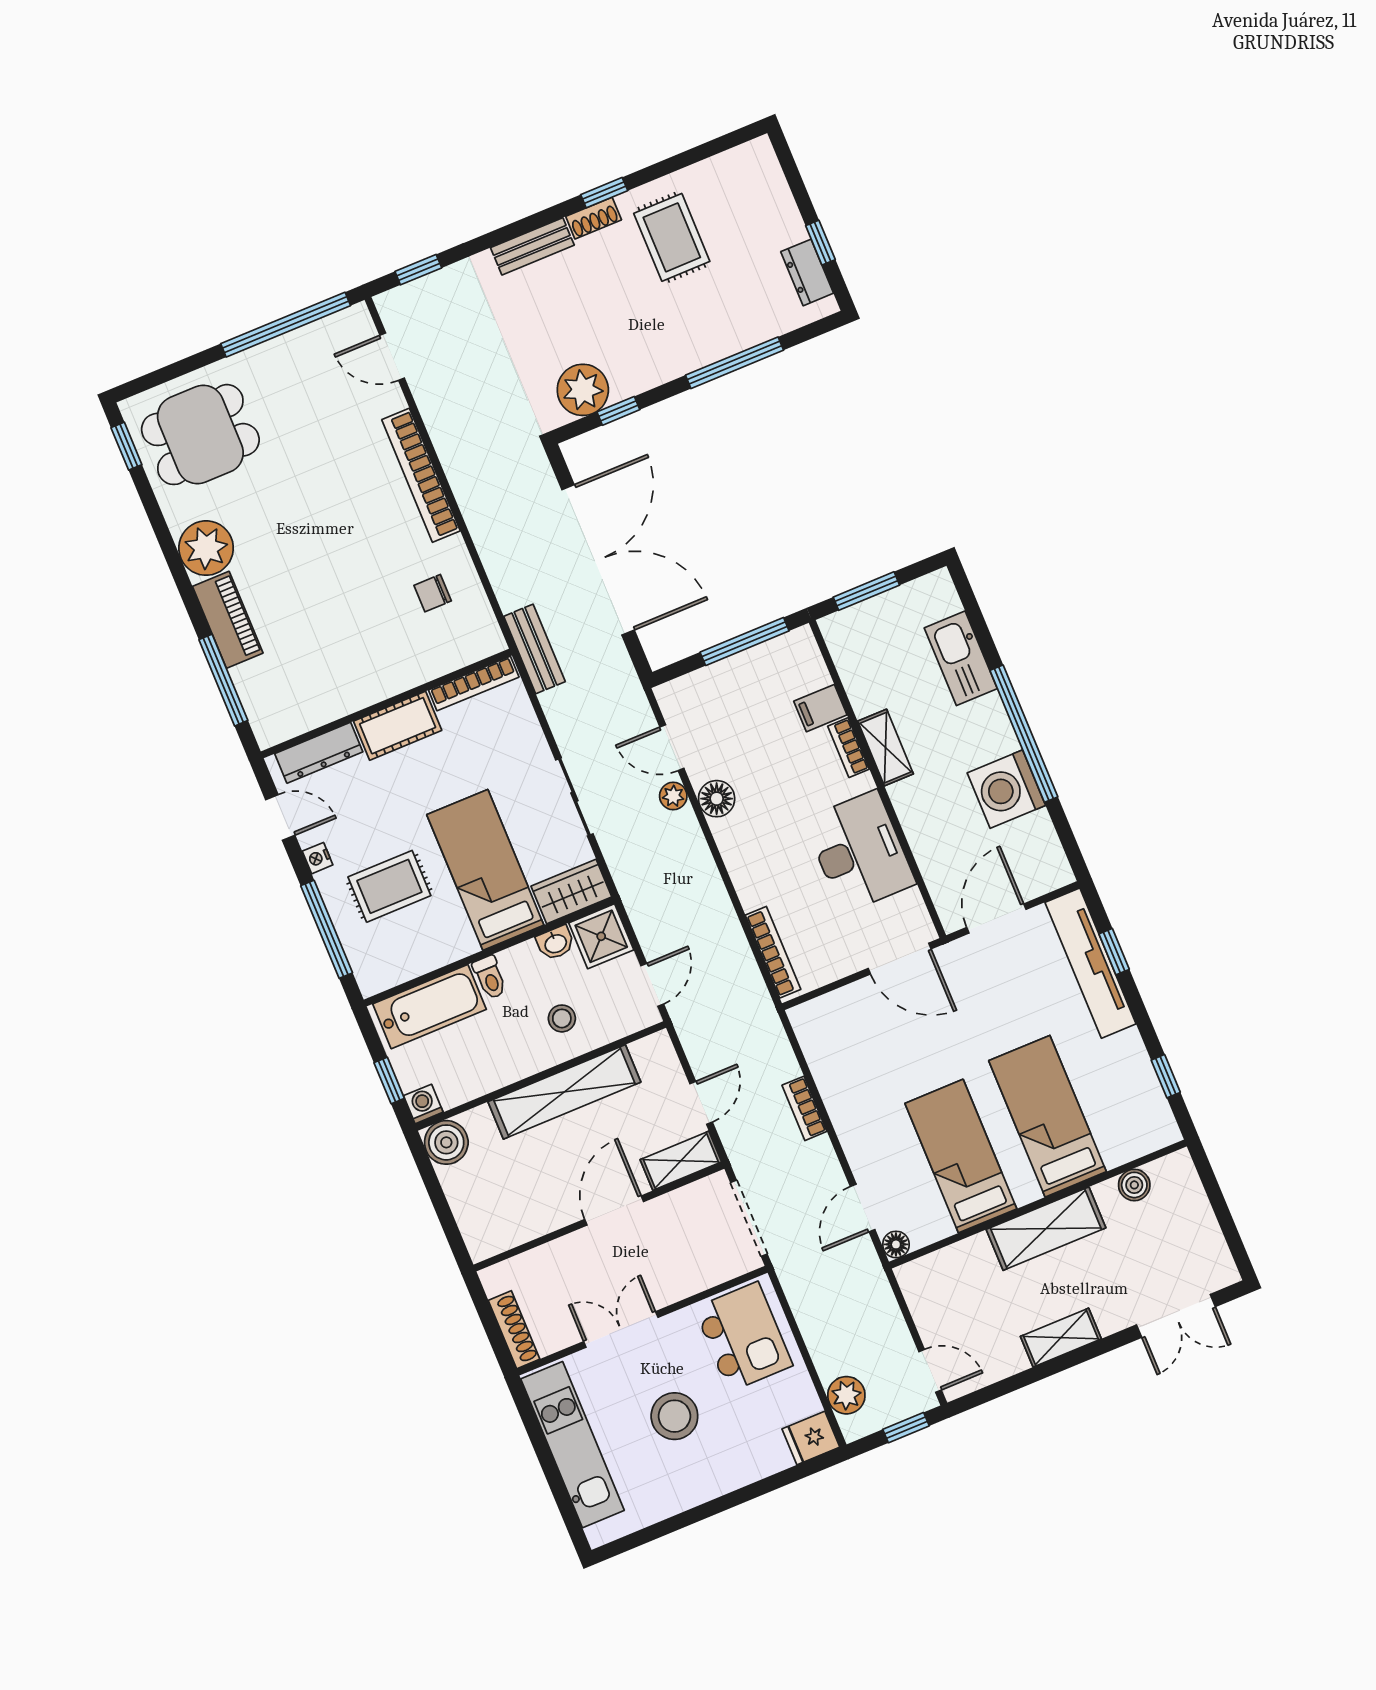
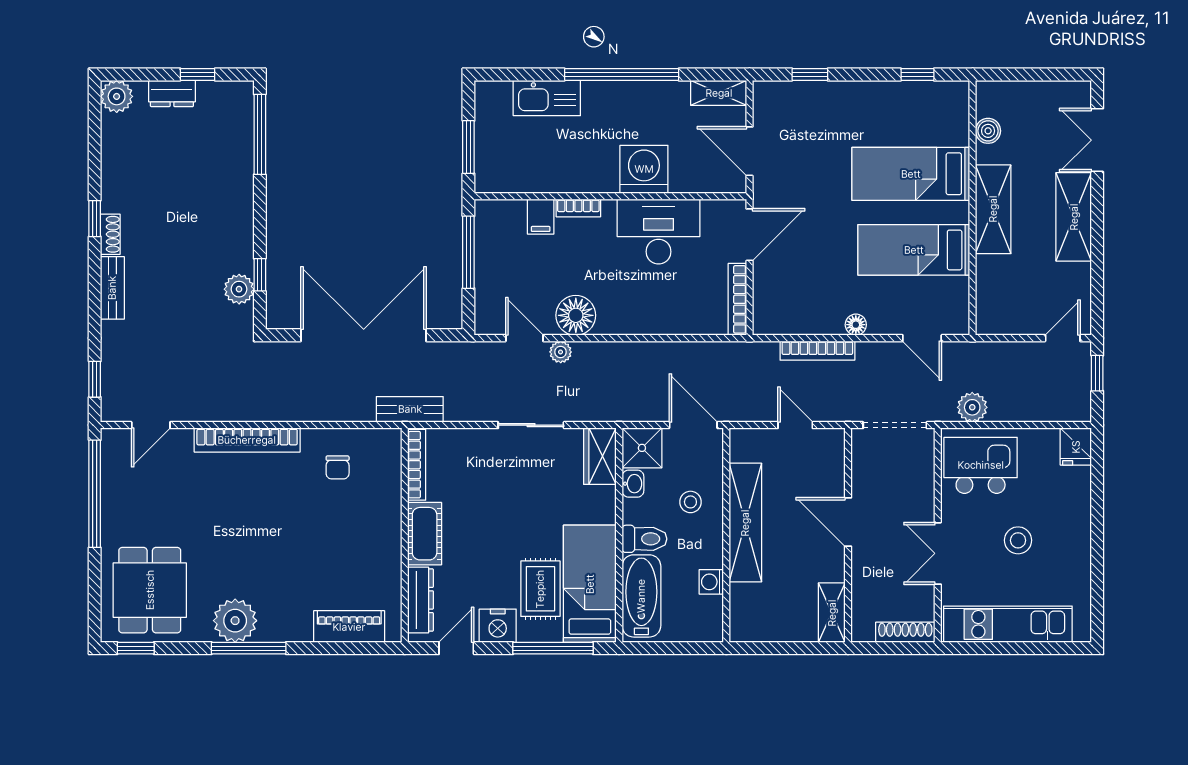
plant: (756, 159) -> (117, 96), added
rug: (672, 237) -> (148, 182), removed
dresser: (807, 272) -> (172, 93), moved
window: (734, 363) -> (260, 134), moved
plant: (583, 390) -> (239, 289), width x0.73, depth x0.73
piano: (228, 620) -> (349, 627), moved
window: (223, 680) -> (249, 648), moved
door: (672, 748) -> (524, 338), swing flipped
shelving: (885, 748) -> (719, 93), moved
washing machine: (1006, 789) -> (644, 169), moved, turned 180
floor lamp: (717, 799) -> (576, 315), width x1.38, depth x1.38
nightstand: (318, 858) -> (498, 626), width x1.89, depth x1.79
bed: (485, 870) -> (590, 584), moved, turned 90
bookcase: (773, 952) -> (737, 299), moved, turned -90
tv unit: (1091, 963) -> (811, 95), removed
toilet: (490, 977) -> (644, 539), width x1.37, depth x1.39
door: (652, 985) -> (693, 425), width x1.38
window: (389, 1080) -> (683, 648), removed
washing machine: (423, 1104) -> (711, 582), moved
bookcase: (804, 1108) -> (817, 351), width x1.56
boiler: (446, 1142) -> (747, 625), removed
shelving: (681, 1161) -> (832, 613), moved
floor lamp: (896, 1244) -> (856, 325), moved
double door: (1176, 1316) -> (1097, 140), swing flipped
shelving: (1061, 1338) -> (1074, 217), width x1.50, depth x1.33
plant: (846, 1395) -> (972, 407), moved
stool: (674, 1416) -> (1018, 540), width x0.73, depth x0.73

